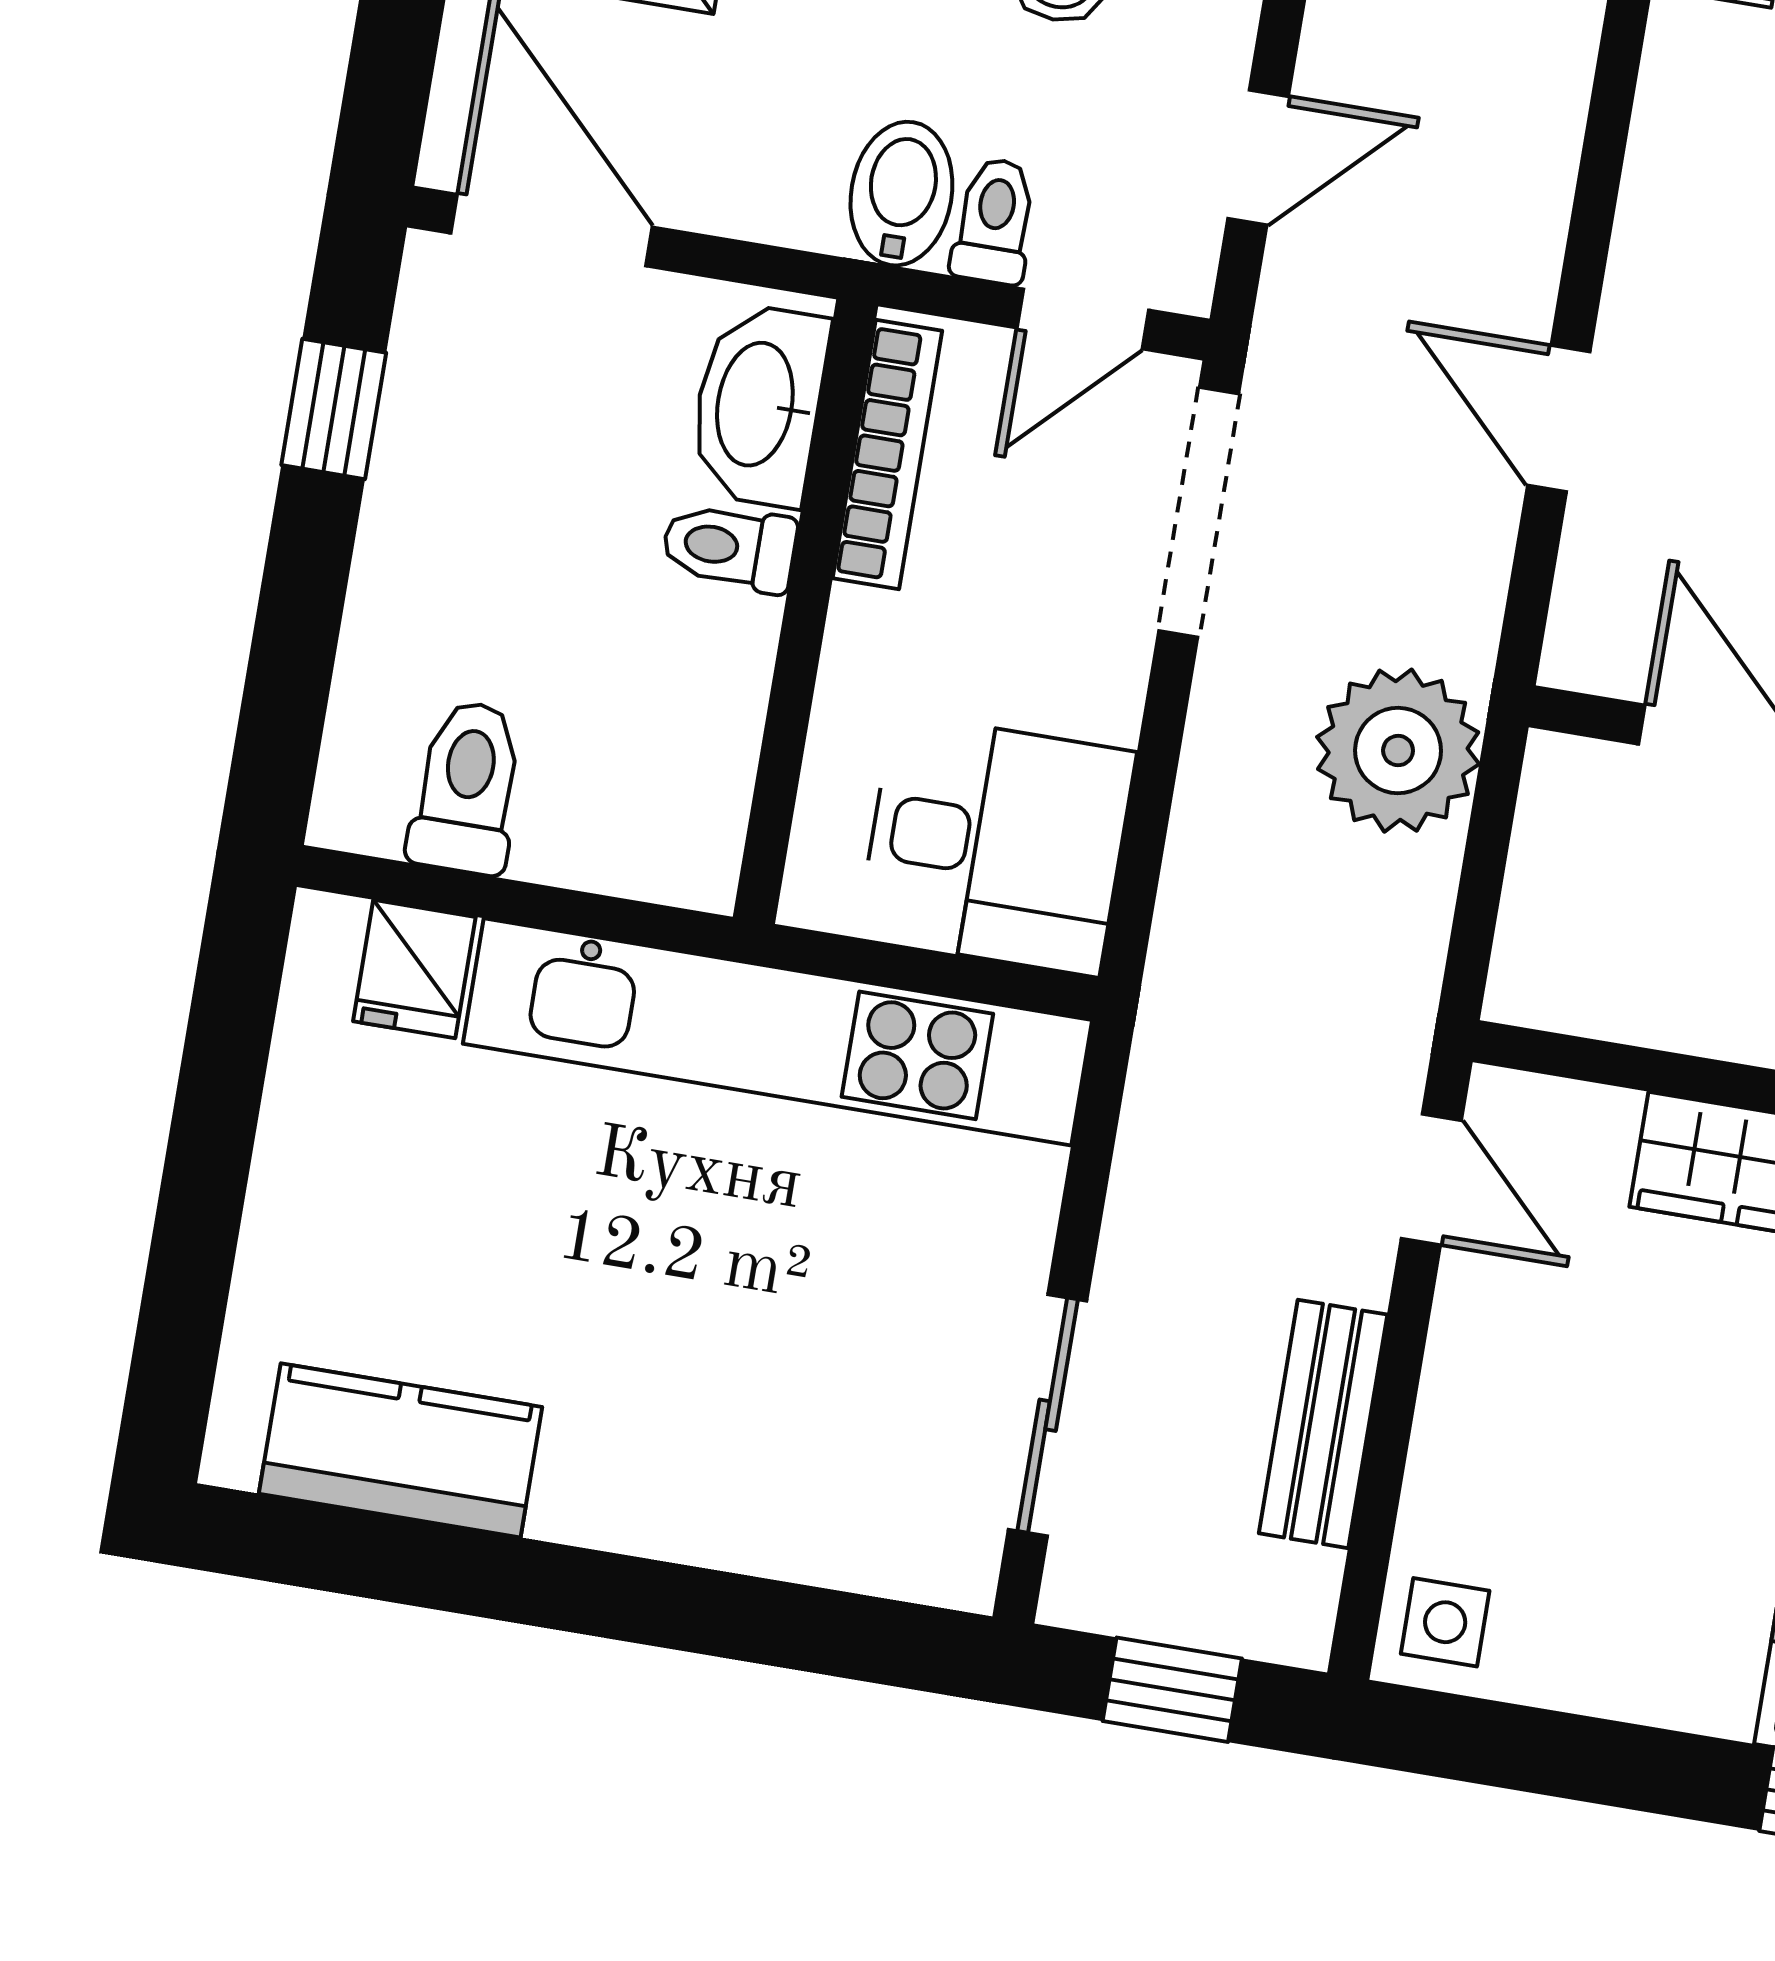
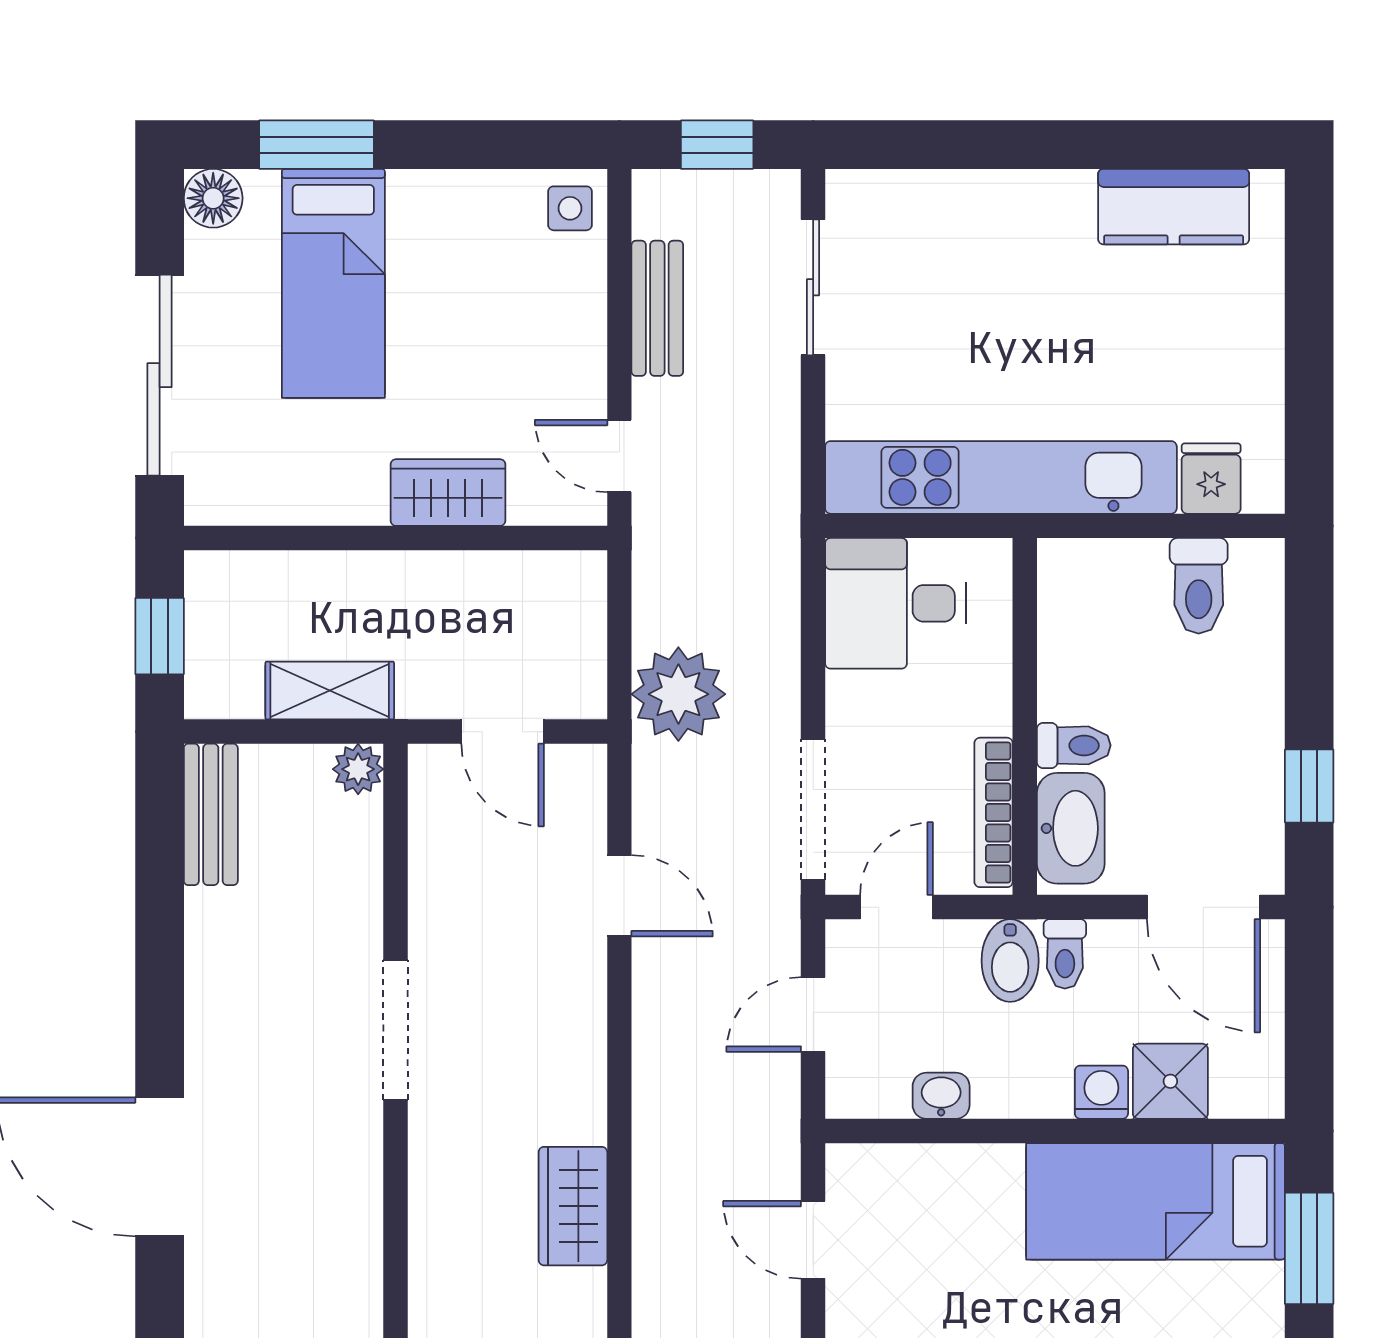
toilet: (994, 221) -> (1065, 954), moved

